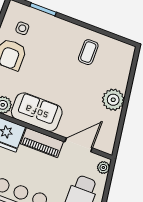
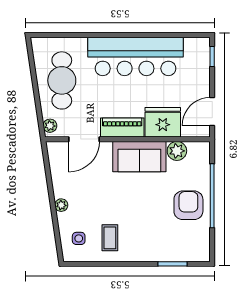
side table: (22, 28) -> (79, 238), moved
plant: (113, 100) -> (61, 205), width x0.53, depth x0.53

